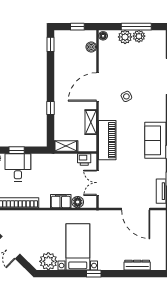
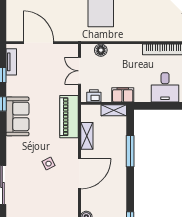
window: (50, 108) -> (130, 151), width x2.17
window: (17, 150) -> (166, 106), removed
double door: (98, 183) -> (80, 71), swing flipped
filing cabinet: (61, 201) -> (123, 95), moved, turned 180

